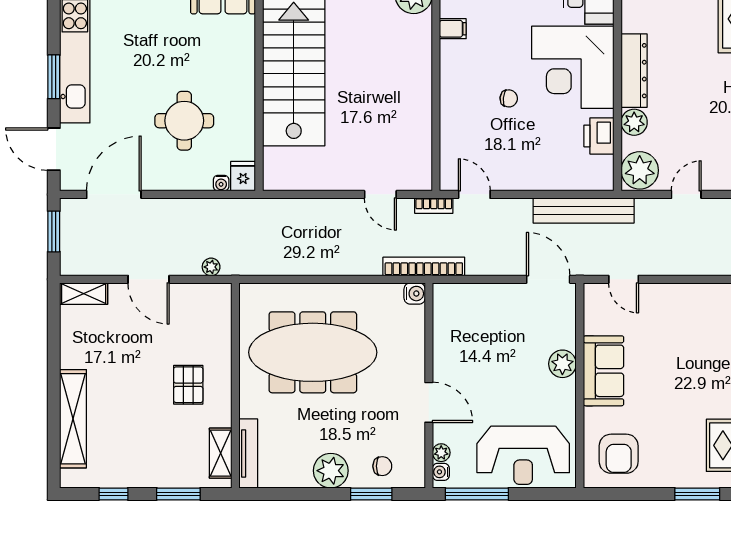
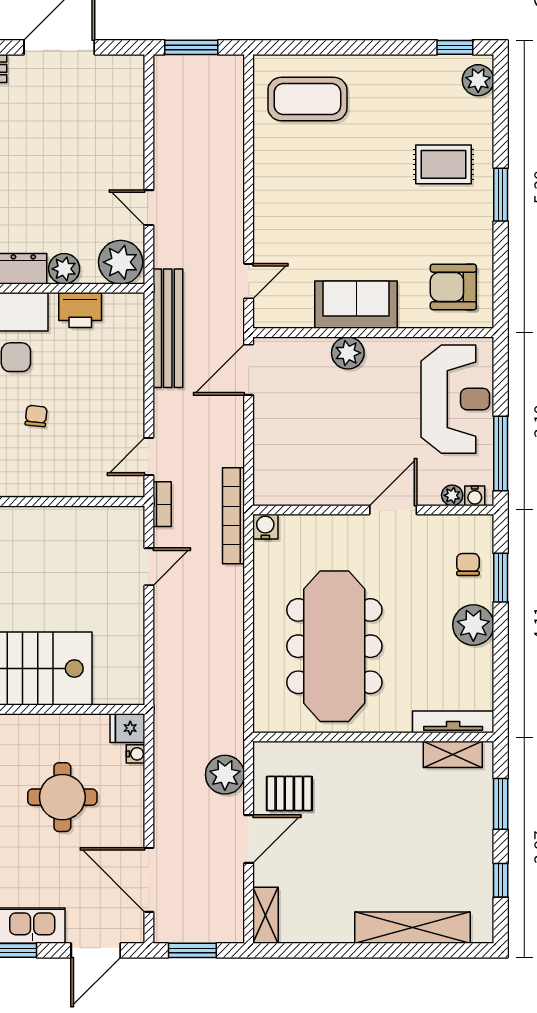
plant: (211, 267) -> (225, 775), width x1.87, depth x1.87
pallet: (188, 385) -> (289, 793), moved
armchair: (619, 454) -> (453, 287), turned 180

